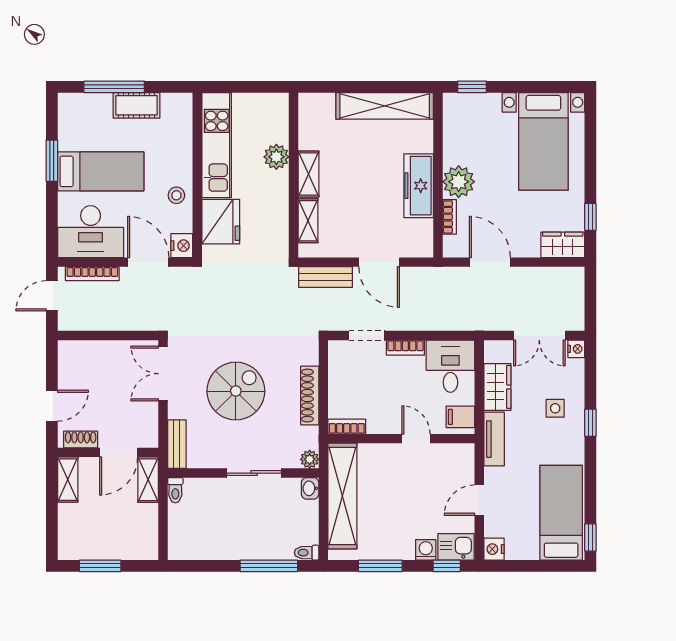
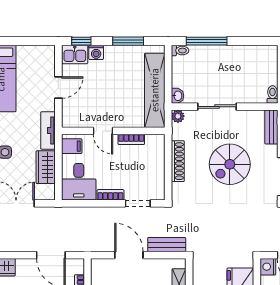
bookcase: (347, 427) -> (131, 139), moved
nightstand: (494, 549) -> (48, 53), removed

